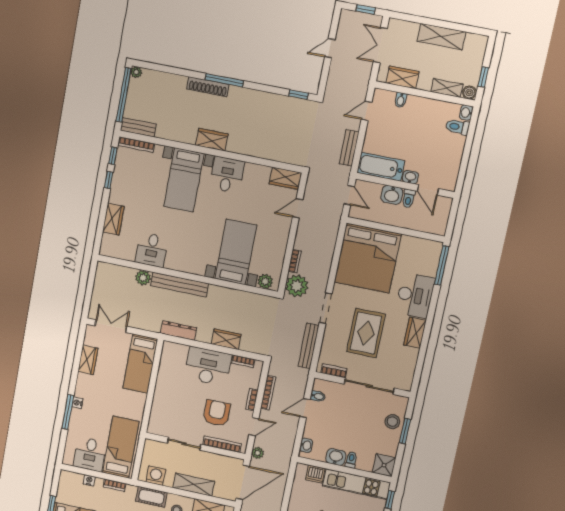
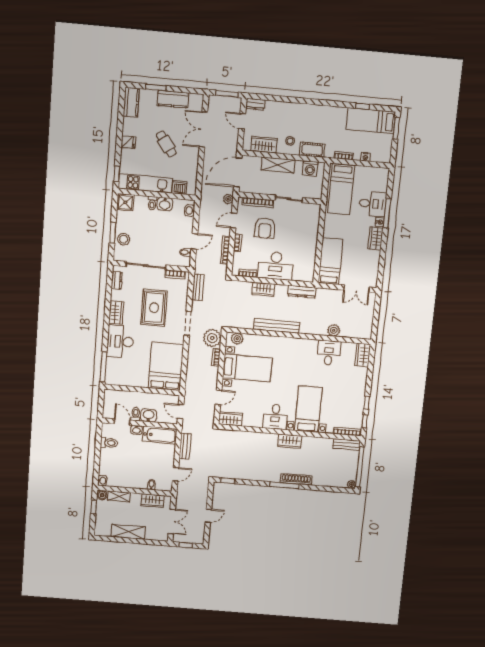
toilet: (457, 127) -> (109, 443), moved
wardrobe: (113, 219) -> (363, 355), moved
bed with nightstands: (236, 252) -> (247, 368), moved, turned -90
bed: (368, 258) -> (166, 366), width x0.73
bench: (180, 285) -> (277, 326), moved
bench: (308, 346) -> (198, 287), width x0.73
wardrobe: (88, 360) -> (376, 238), moved
dresser: (408, 373) -> (117, 280), added
desk: (90, 454) -> (373, 204), moved, turned 90

